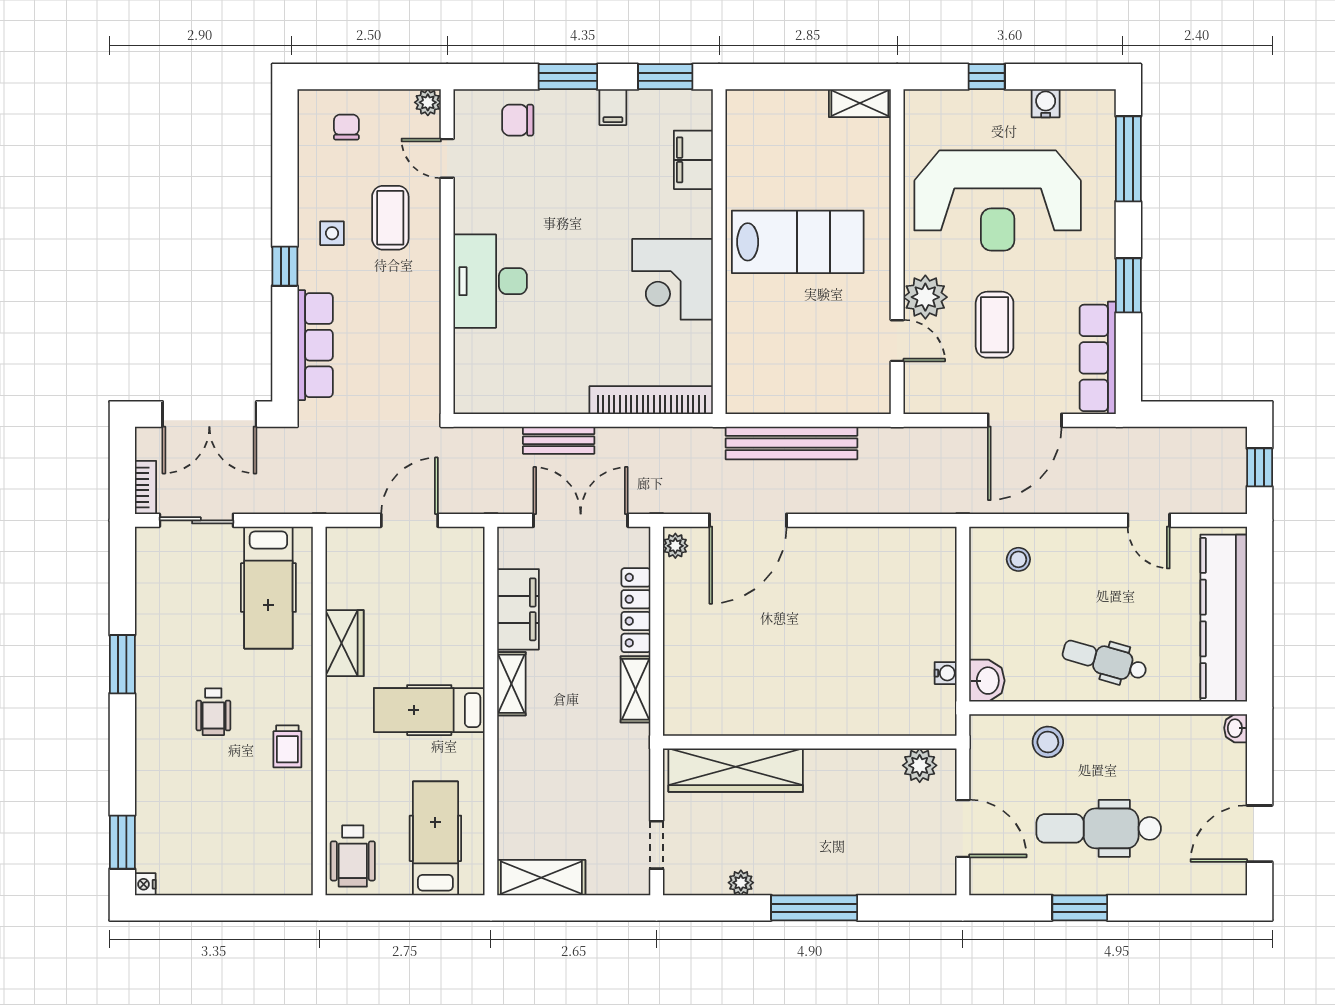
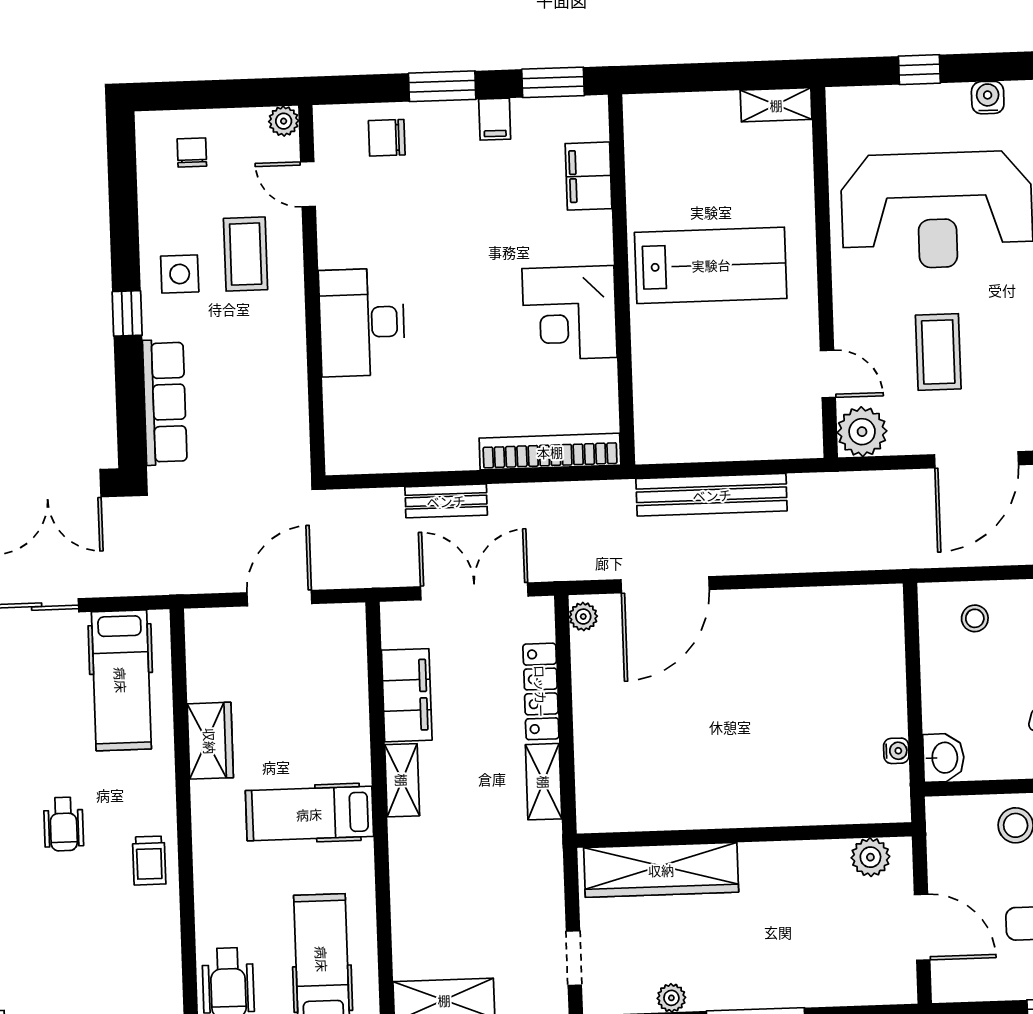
side table: (332, 233) -> (180, 274), width x1.37, depth x1.37
plant: (925, 297) -> (862, 432), moved

